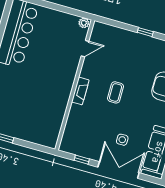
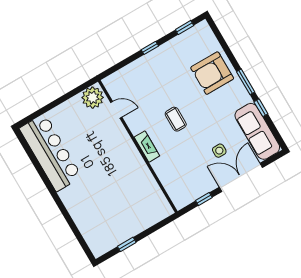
plant: (84, 23) -> (93, 98), width x1.87, depth x1.87
door: (85, 49) -> (116, 110), hinge flipped

